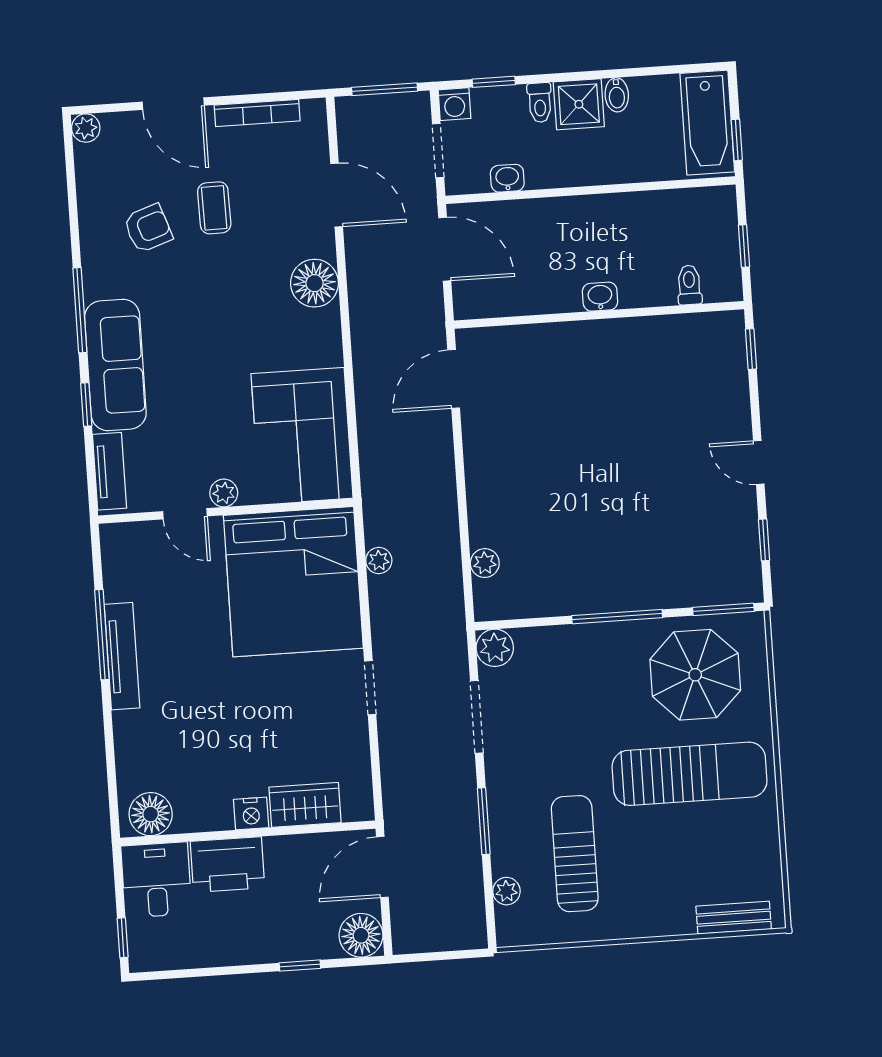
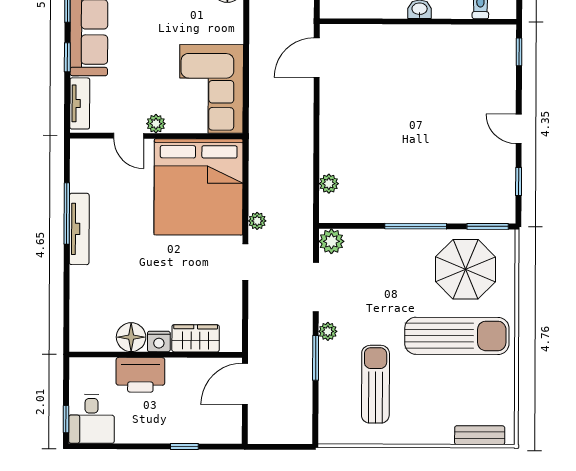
plant: (379, 561) -> (257, 221), moved
floor lamp: (151, 814) -> (131, 337), moved
desk: (156, 880) -> (91, 419), moved, turned 180
plant: (506, 891) -> (328, 331), moved
floor lamp: (361, 935) -> (227, 429), removed

